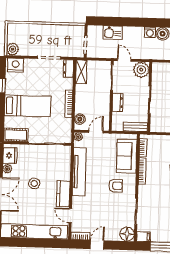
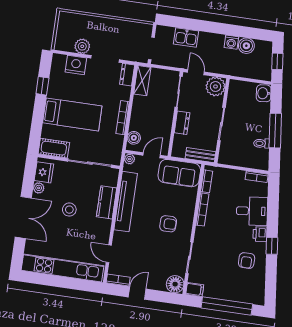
plant: (13, 49) -> (82, 46), moved
nightstand: (16, 65) -> (76, 65), moved
sofa: (127, 156) -> (179, 173), moved, turned -90
kitchen counter: (63, 194) -> (107, 202), moved

